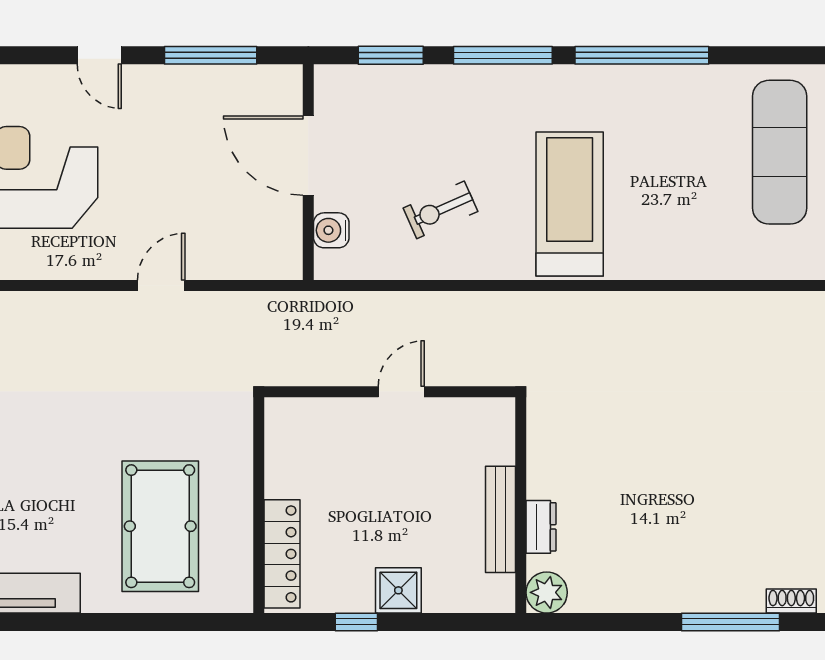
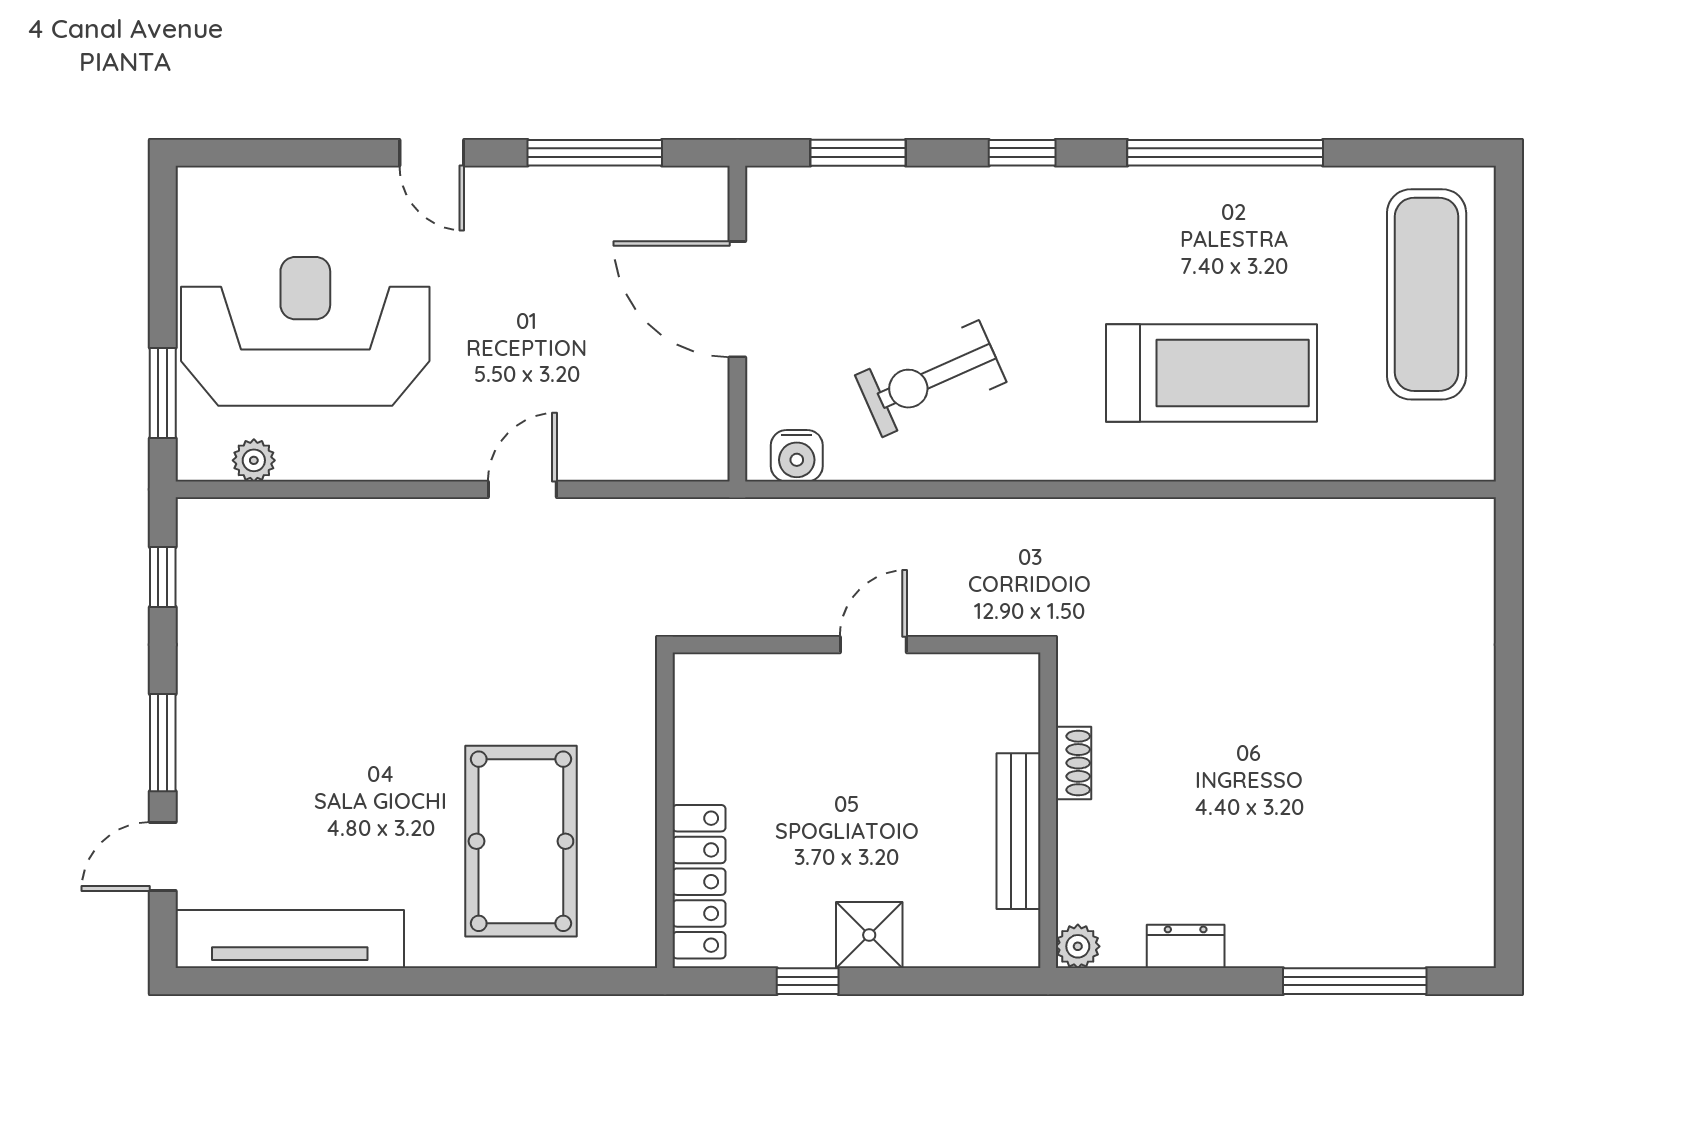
window: (503, 55) -> (1022, 153), width x0.46
treadmill: (570, 204) -> (1212, 373), moved, turned 90
exercise bike: (440, 210) -> (931, 379), width x1.38, depth x1.39
water cooler: (331, 230) -> (797, 456), moved, turned -90
dresser: (541, 527) -> (1186, 946), moved, turned -90
plant: (547, 592) -> (1078, 946), width x0.73, depth x0.73
shoe rack: (791, 601) -> (1074, 763), moved, turned 90

